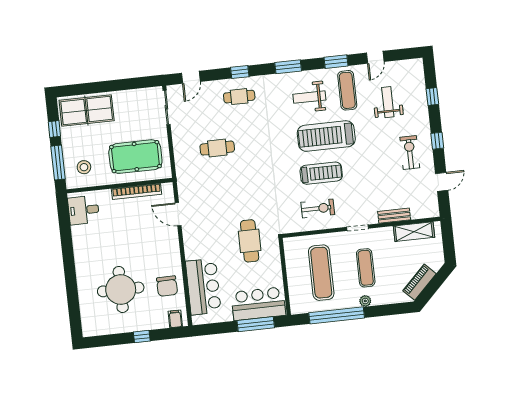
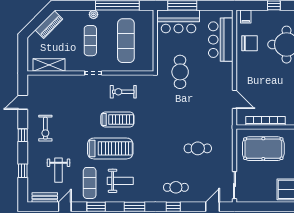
treadmill: (321, 173) -> (117, 120), turned 180
bench: (394, 216) -> (45, 198), moved
chair: (167, 286) -> (249, 43), turned 91

